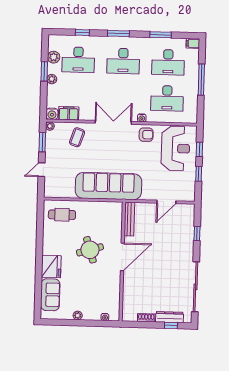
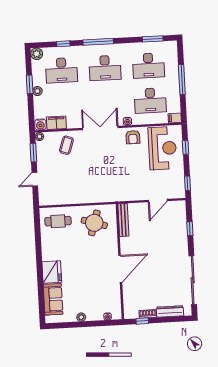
window: (118, 34) -> (98, 42), width x1.44
window: (161, 35) -> (153, 39), moved
filing cabinet: (193, 43) -> (175, 118), moved
plant: (54, 57) -> (37, 54), moved
armchair: (146, 135) -> (133, 137), turned 90
window: (199, 174) -> (187, 183), moved
sofa: (108, 186) -> (101, 190), removed
round table: (90, 250) -> (94, 223), moved, turned 34
door: (122, 257) -> (120, 269), moved
window: (171, 325) -> (142, 321), moved

